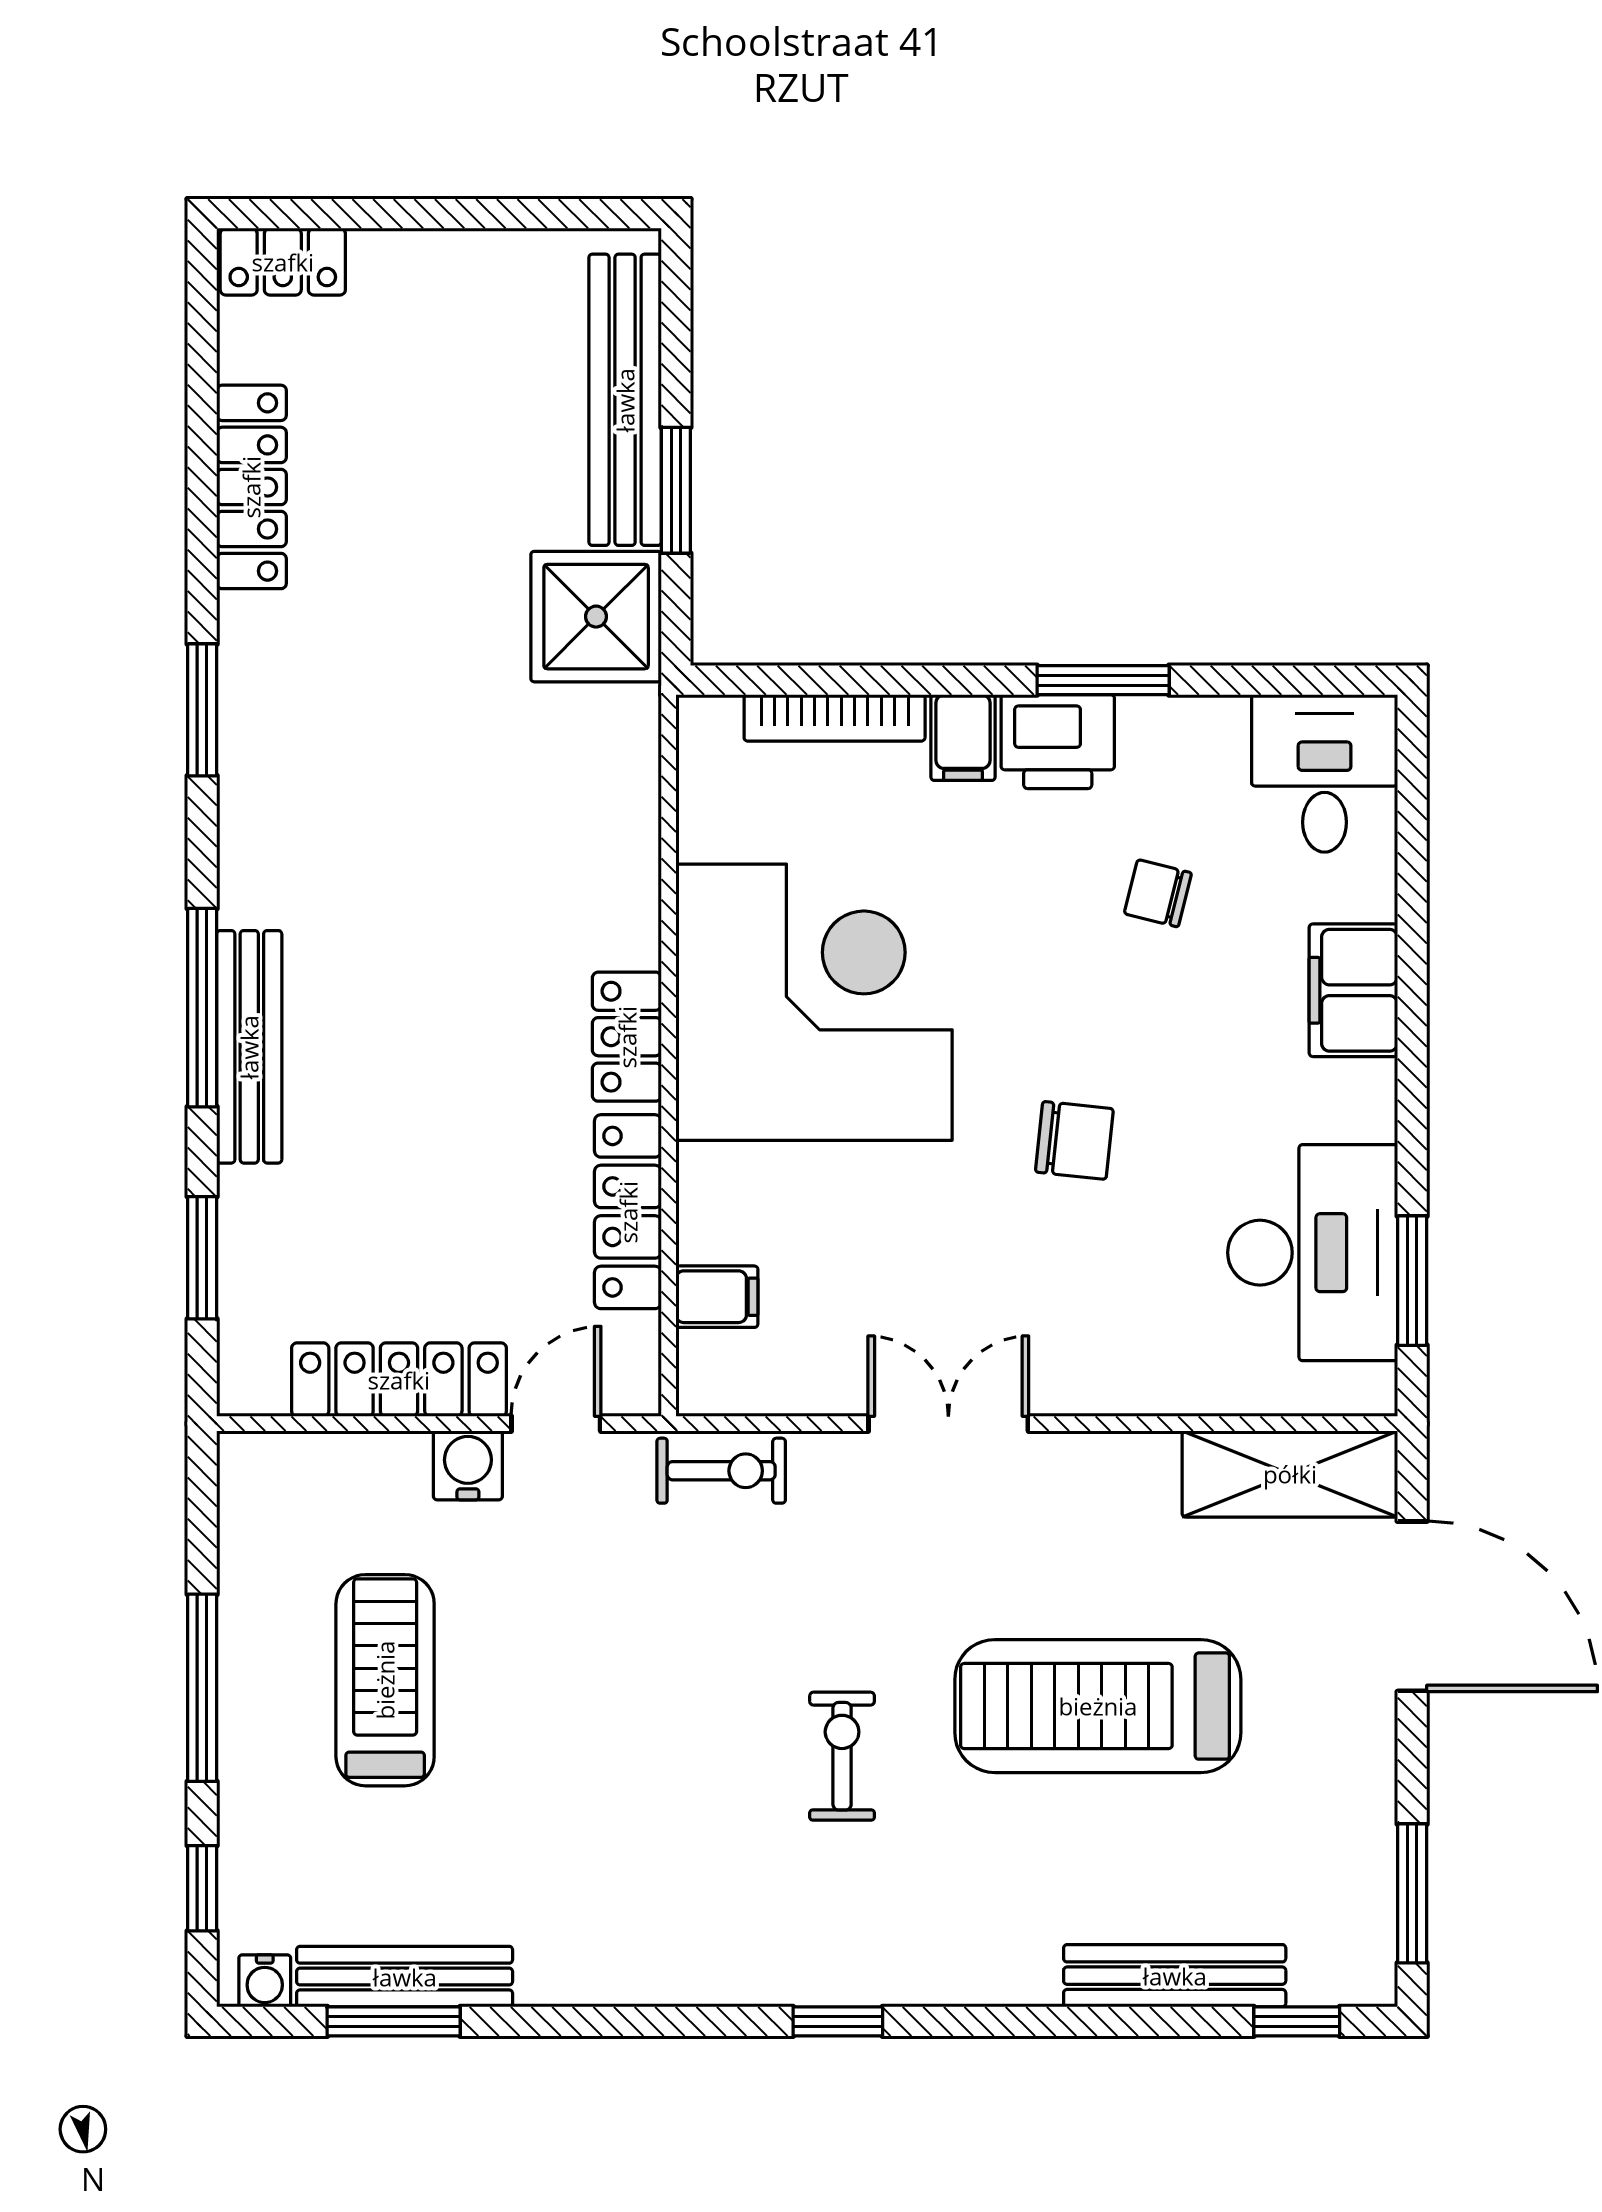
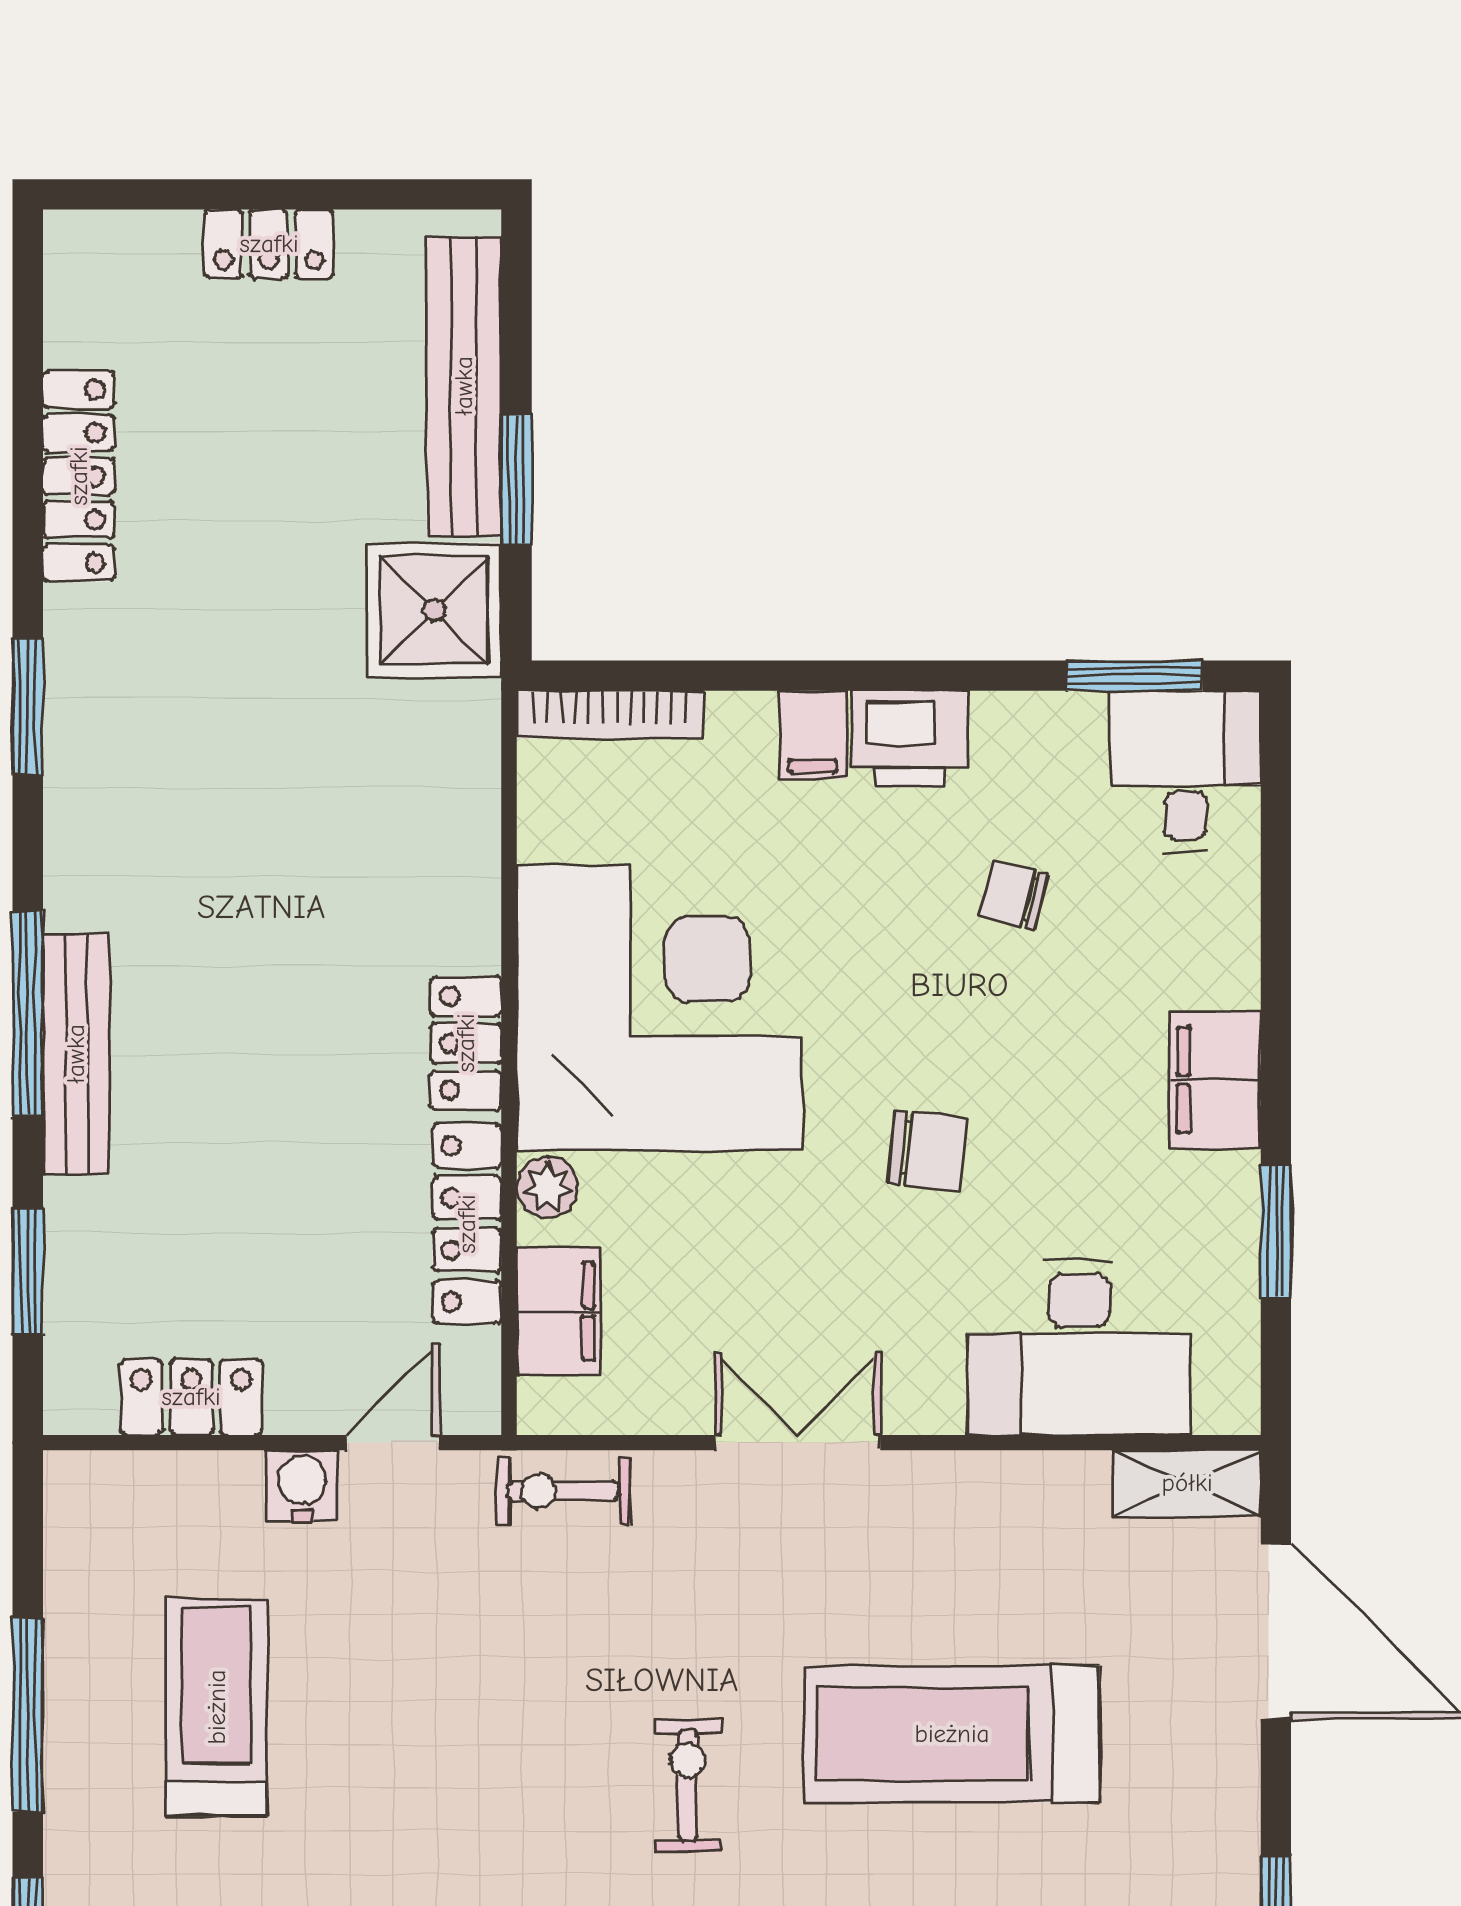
locker: (283, 262) -> (269, 244), moved
window: (1103, 680) -> (1134, 676), moved
bookcase: (835, 718) -> (610, 715), moved
filing cabinet: (1353, 990) -> (1215, 1080), moved
plant: (706, 1176) -> (547, 1187), added
desk: (1313, 1253) -> (1079, 1347), moved, turned 90
window: (1412, 1281) -> (1276, 1231), moved
filing cabinet: (717, 1297) -> (559, 1312), width x2.00
locker: (399, 1380) -> (191, 1397), width x0.66
exercise bike: (721, 1471) -> (563, 1491), turned 180
shelving: (1290, 1474) -> (1187, 1483), width x0.67, depth x0.75

